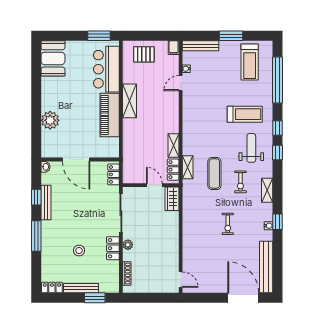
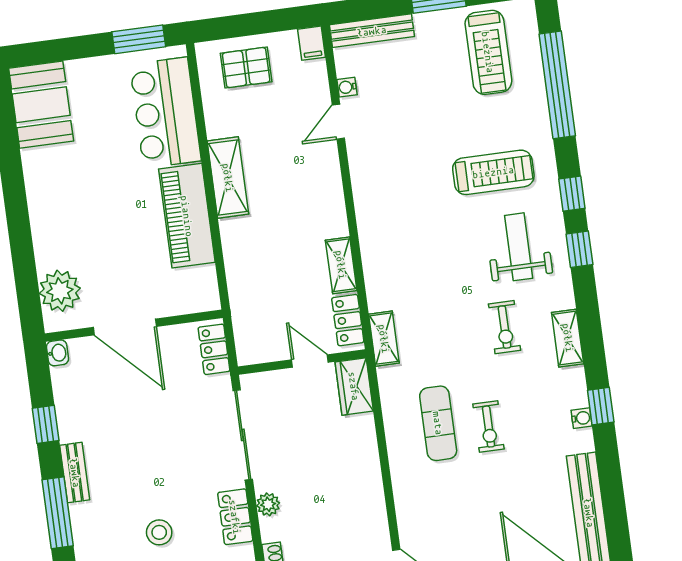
plant: (50, 120) -> (60, 291), moved
shelving: (188, 167) -> (384, 339), moved
exercise mat: (214, 174) -> (438, 423), moved
bench: (46, 202) -> (75, 473), moved, width x0.73

